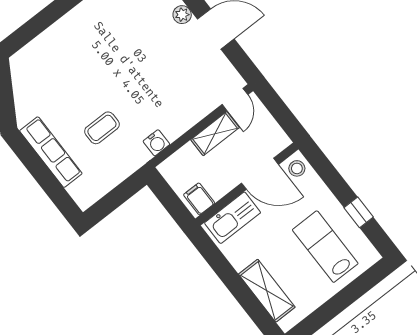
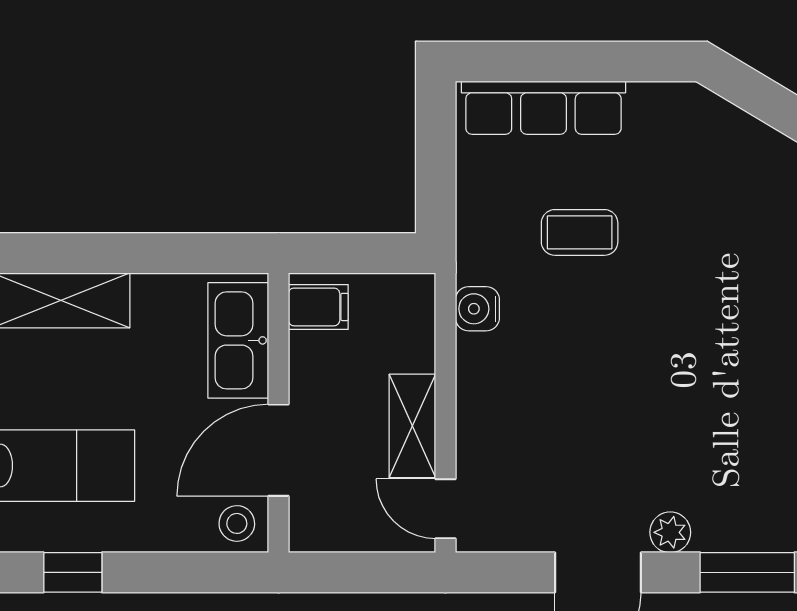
coffee table: (102, 128) -> (580, 232), turned 90
row of seats: (51, 152) -> (543, 108), moved

